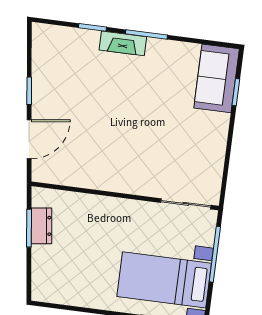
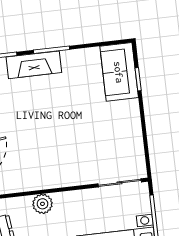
fireplace: (123, 43) -> (34, 65), width x1.37, depth x1.32
plant: (93, 206) -> (42, 204), added

